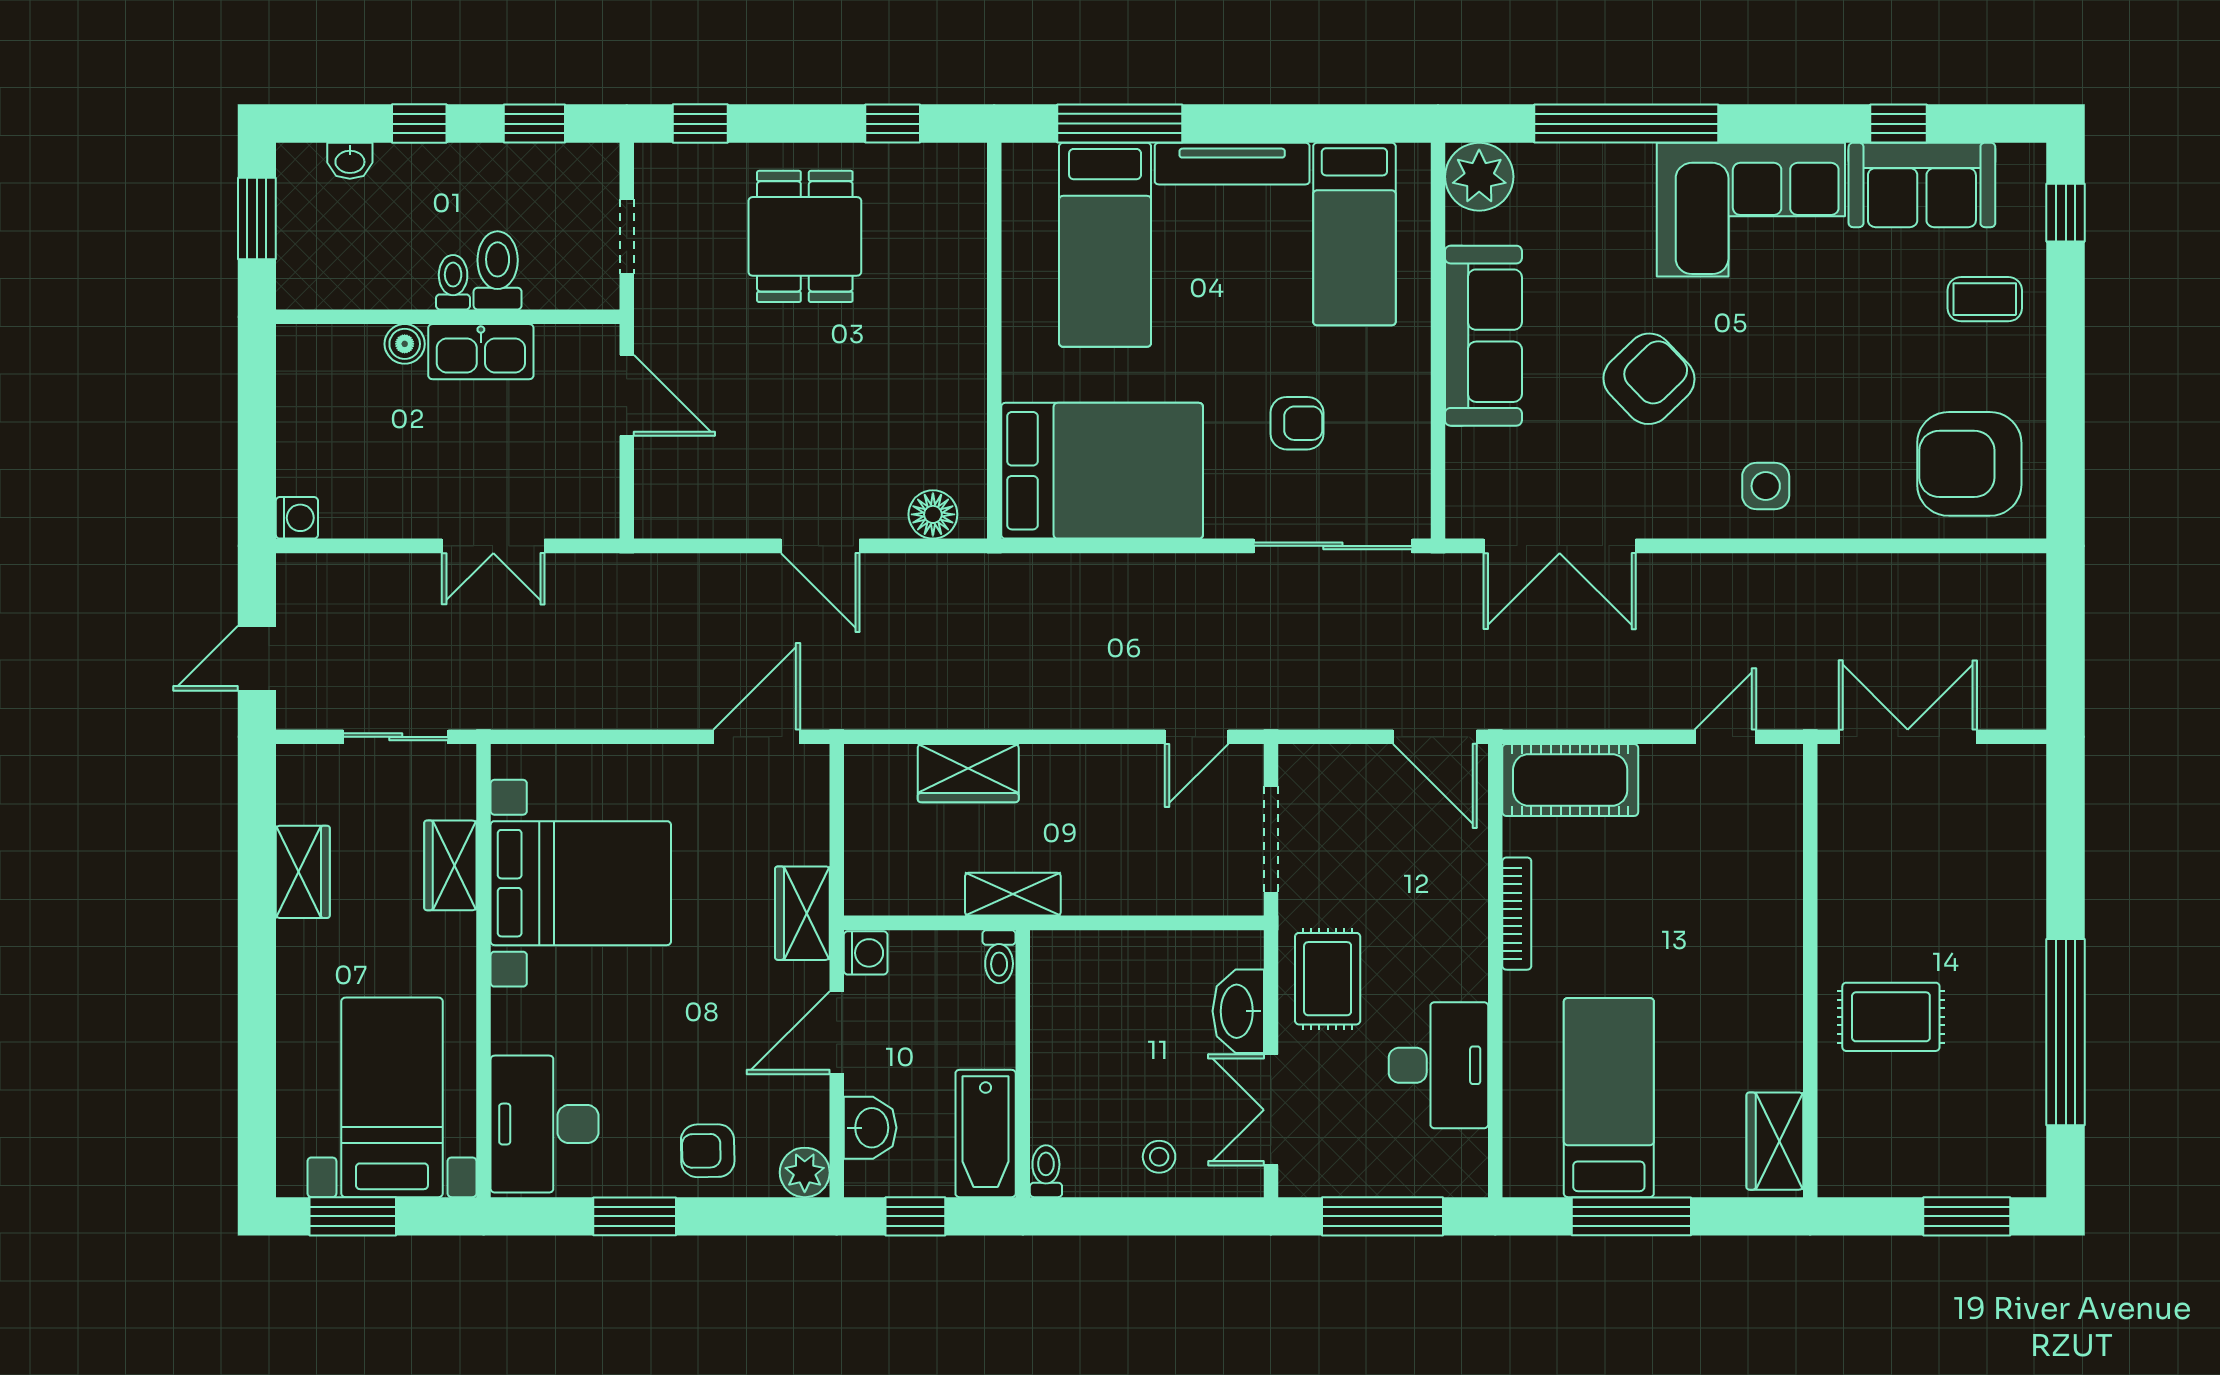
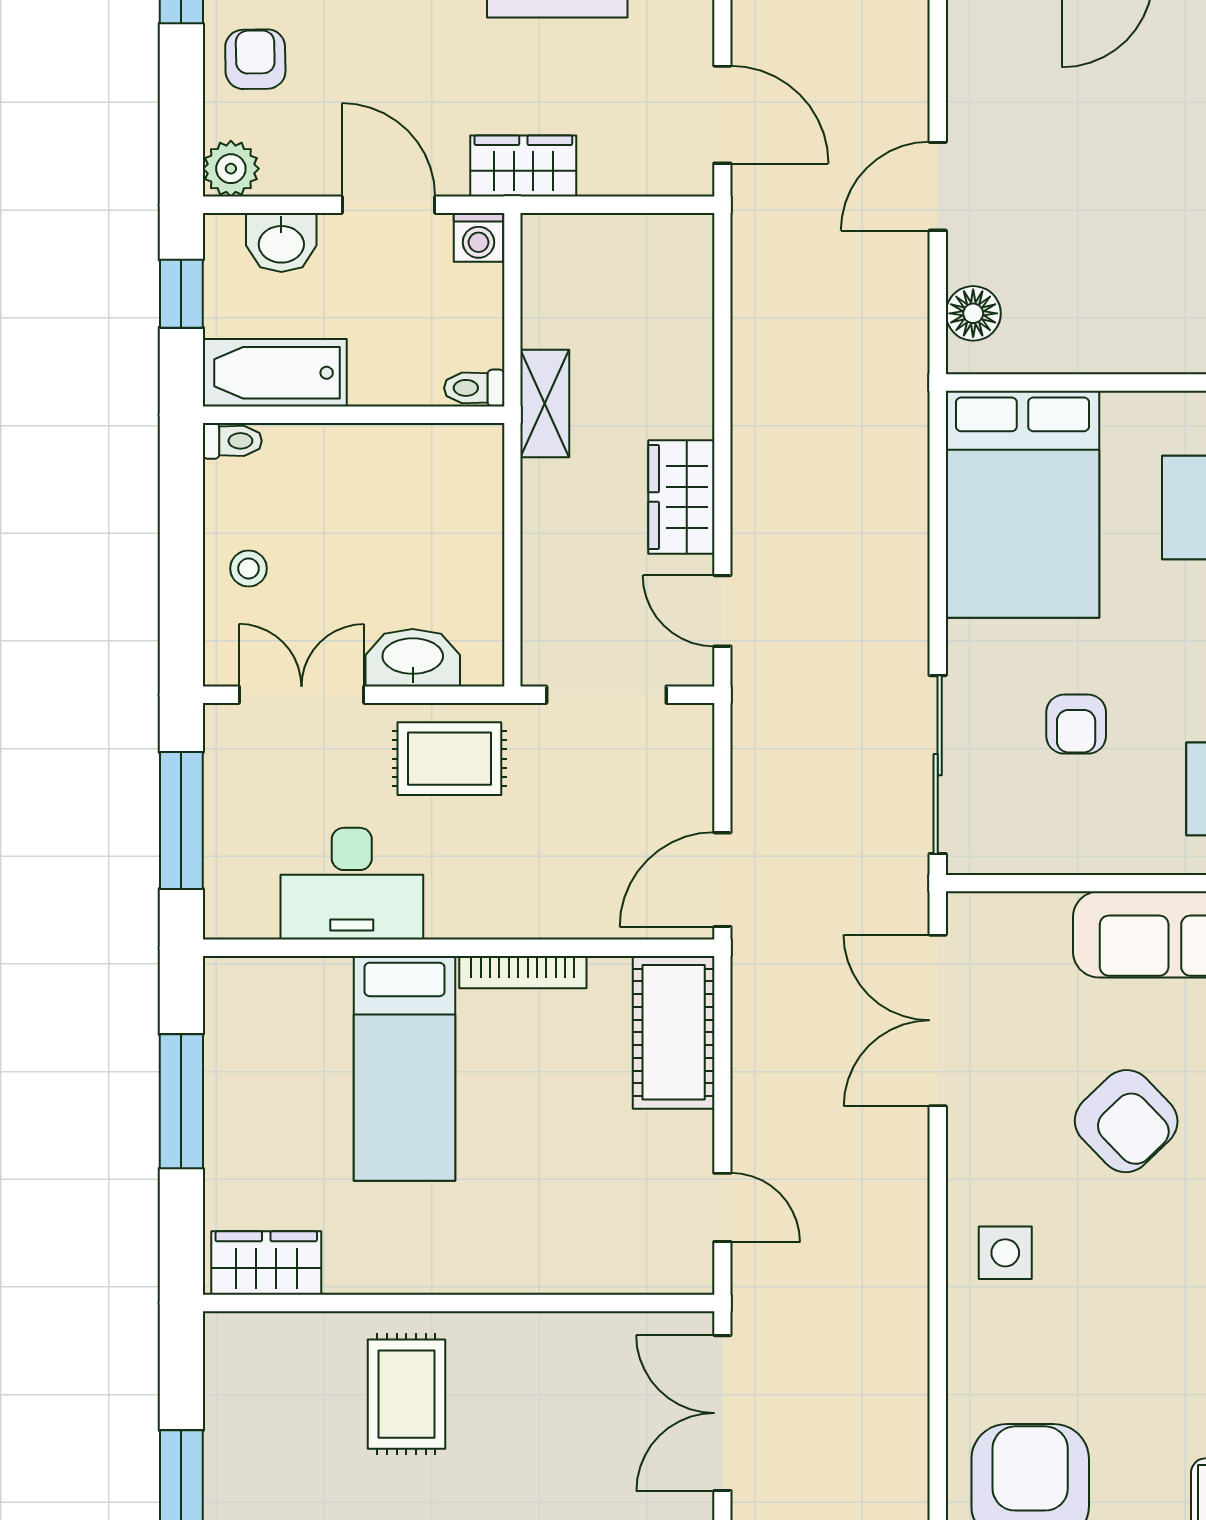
double door: (1908, 737) -> (722, 1413), swing flipped
wardrobe: (968, 773) -> (681, 497), moved
bed: (1609, 1098) -> (405, 1068), moved, turned 90

